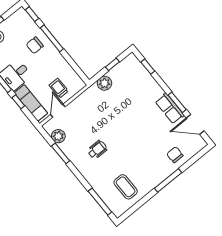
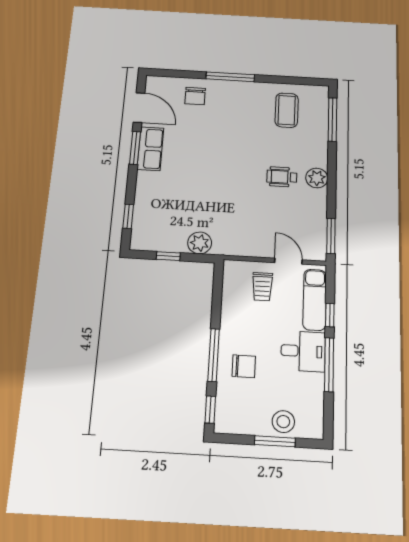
door: (58, 111) -> (288, 261), swing flipped
plant: (58, 136) -> (317, 178), moved
window: (61, 153) -> (331, 236), moved

